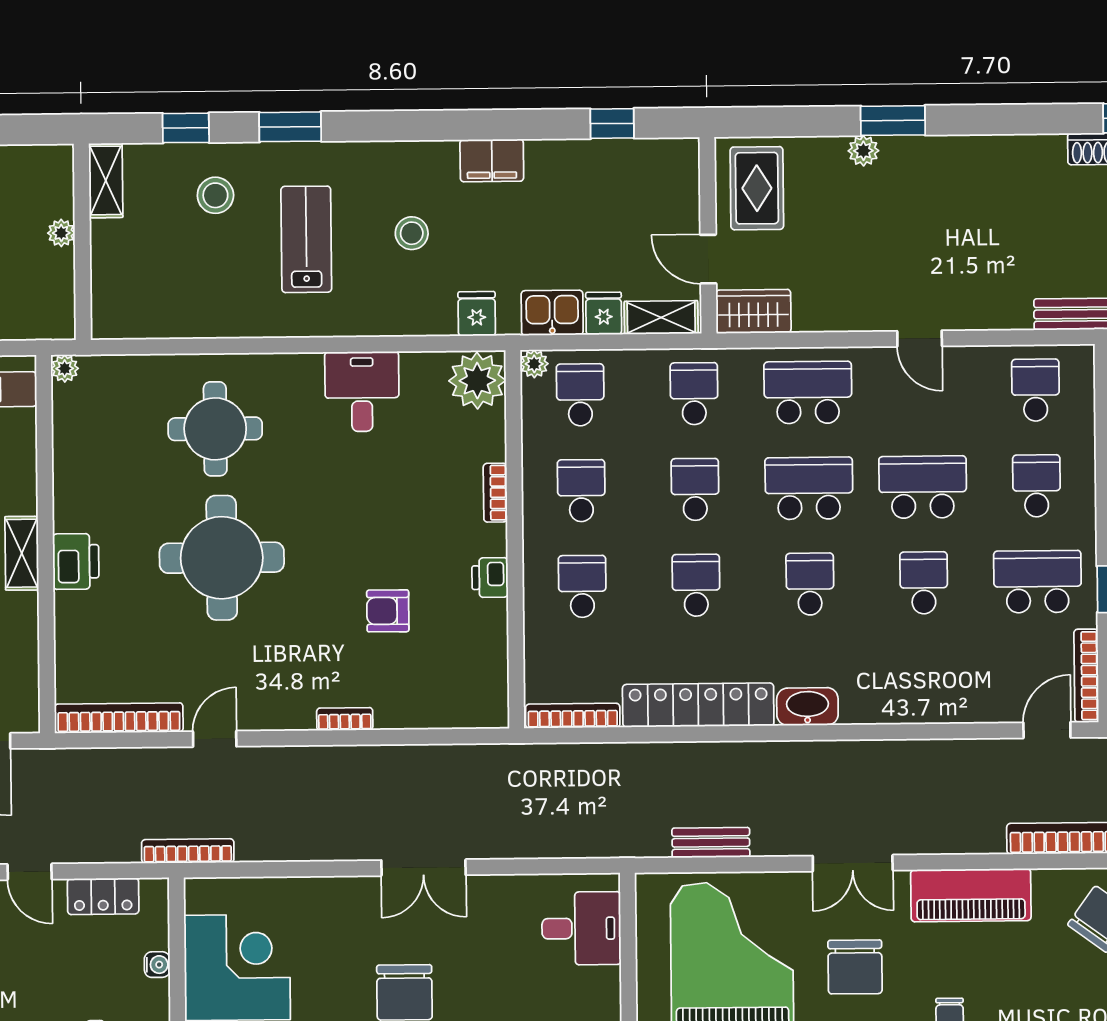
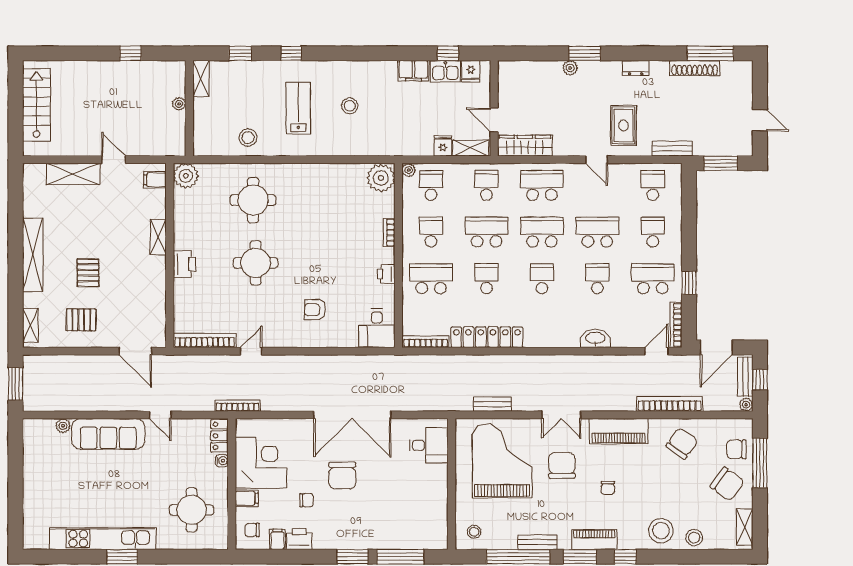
window: (290, 127) -> (291, 53), width x0.67
dresser: (998, 149) -> (636, 68), added
filing cabinet: (492, 160) -> (413, 71), moved
rug: (757, 188) -> (623, 125), moved
stool: (215, 195) -> (248, 138), moved
wardrobe: (753, 311) -> (525, 146), width x1.50
kitchen sink: (552, 313) -> (445, 71), moved, turned 180
fridge: (477, 314) -> (471, 71), moved, turned 180
plant: (65, 369) -> (186, 176), width x1.87, depth x1.87
desk: (362, 392) -> (377, 328), moved, turned 180
school desk: (695, 489) -> (486, 232), width x1.85
shelving: (22, 553) -> (158, 237), moved
round table: (222, 558) -> (256, 263), width x0.73, depth x0.73
school desk: (582, 586) -> (431, 279), width x1.85
armchair: (388, 611) -> (315, 310), moved
washbasin: (807, 707) -> (595, 338), moved
bookcase: (345, 719) -> (315, 342), removed
double door: (424, 868) -> (352, 415), width x1.87
locker: (103, 896) -> (219, 436), moved, turned 90
chair: (855, 967) -> (562, 465), turned 180

